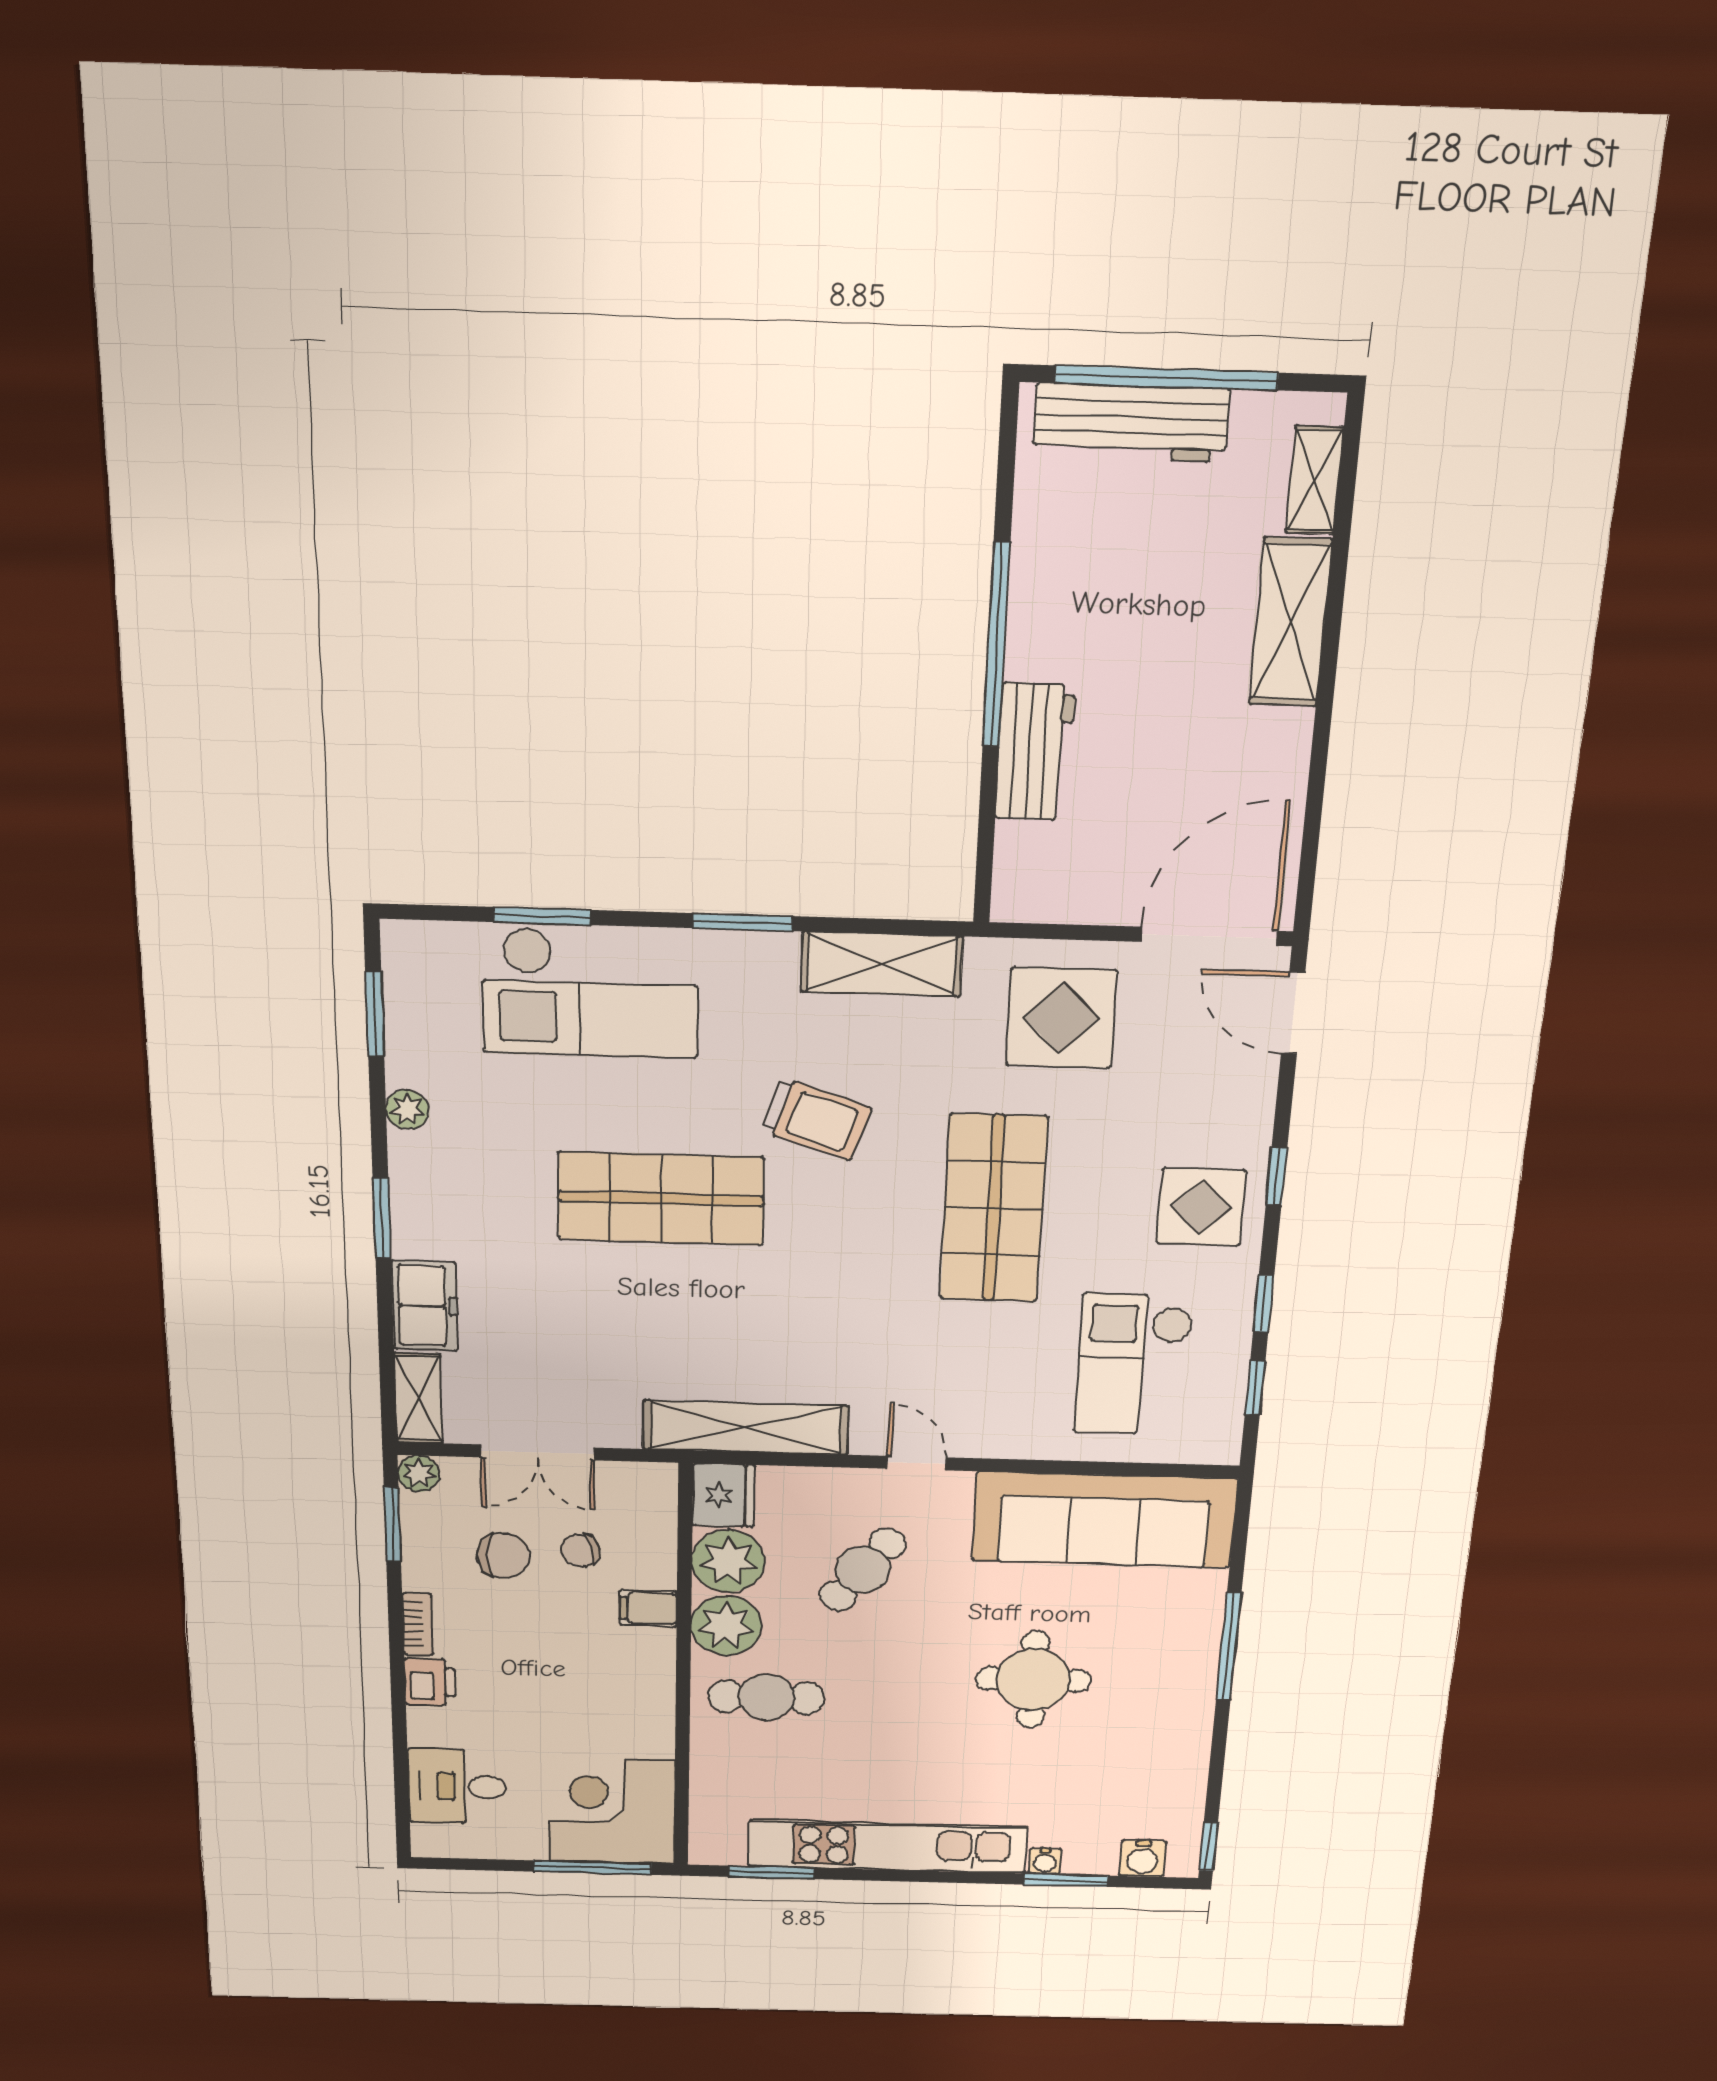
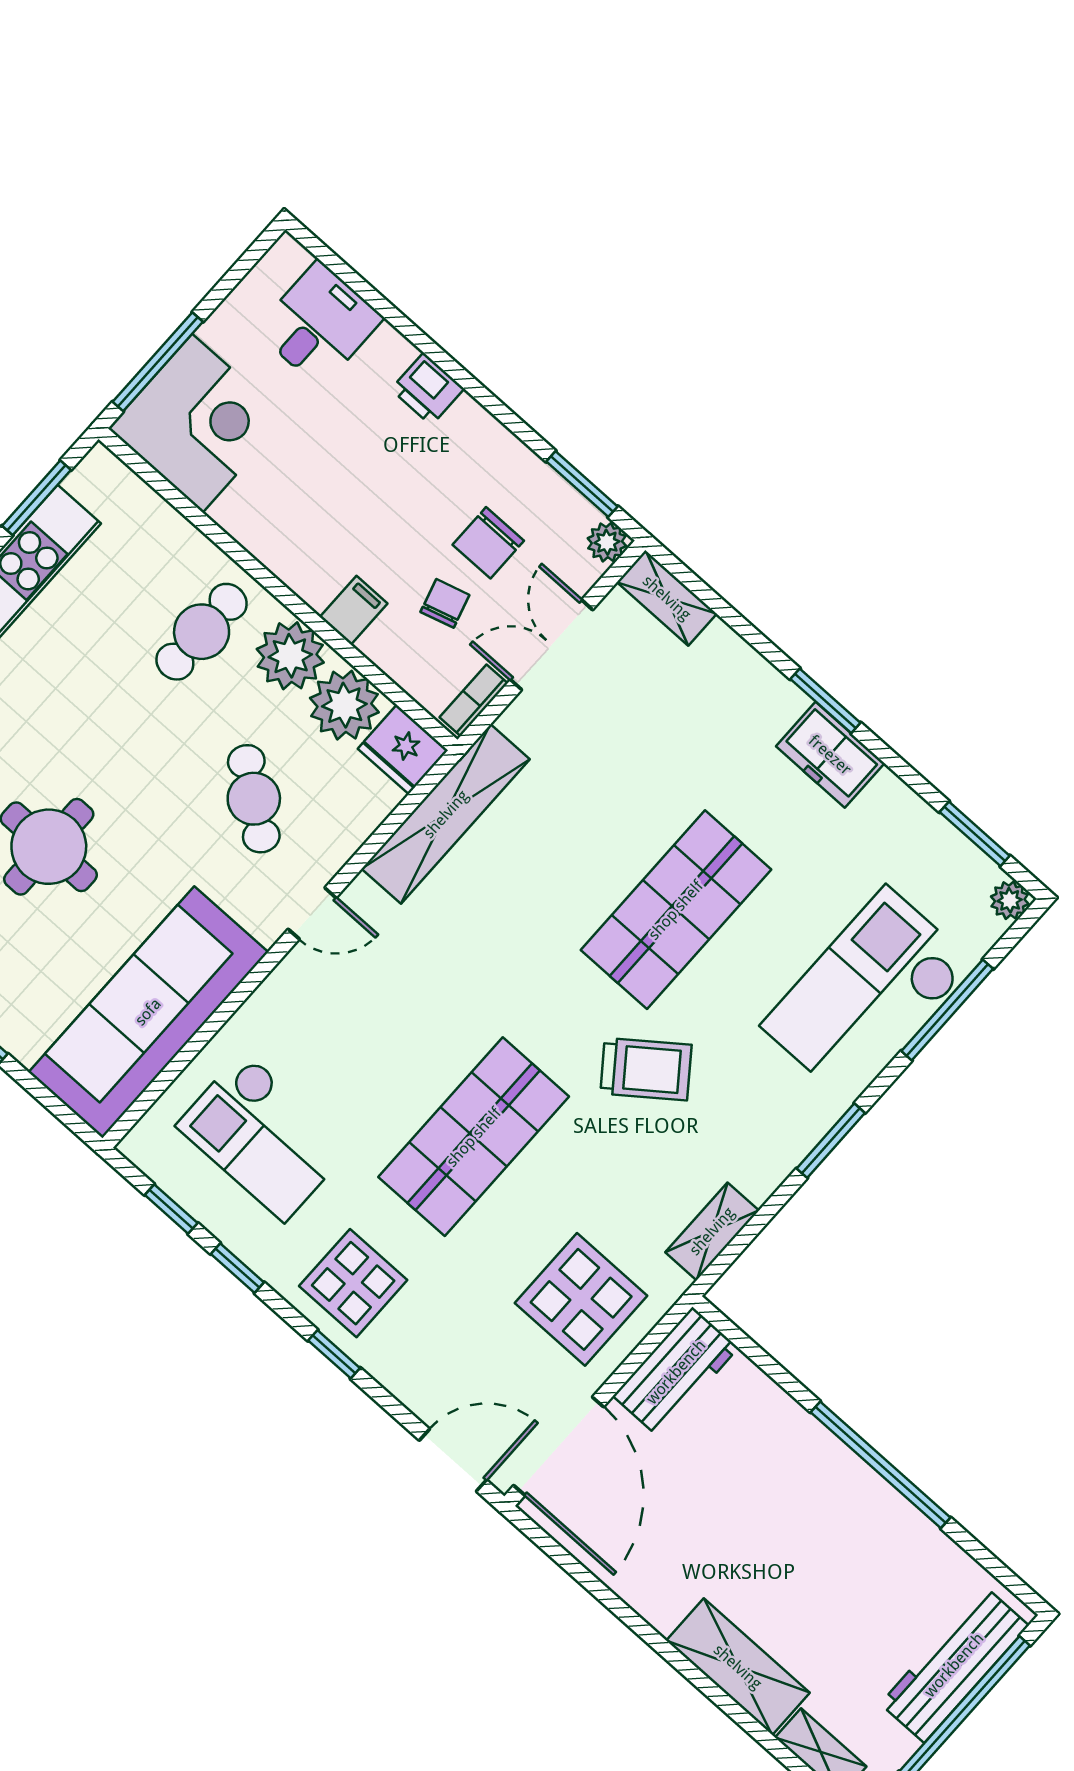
workbench: (1035, 752) -> (676, 1372), moved, turned -90
window: (542, 916) -> (947, 1010), width x1.44
shelving: (882, 964) -> (712, 1231), width x0.67, depth x0.75
plant: (407, 1109) -> (1010, 900), moved
trolley: (816, 1119) -> (646, 1069), turned -146
shop shelf: (994, 1208) -> (474, 1137), turned 90
freezer: (425, 1306) -> (830, 755), moved
checkout: (1133, 1365) -> (264, 1136), turned 180
bookcase: (418, 1624) -> (474, 700), moved, turned 90

